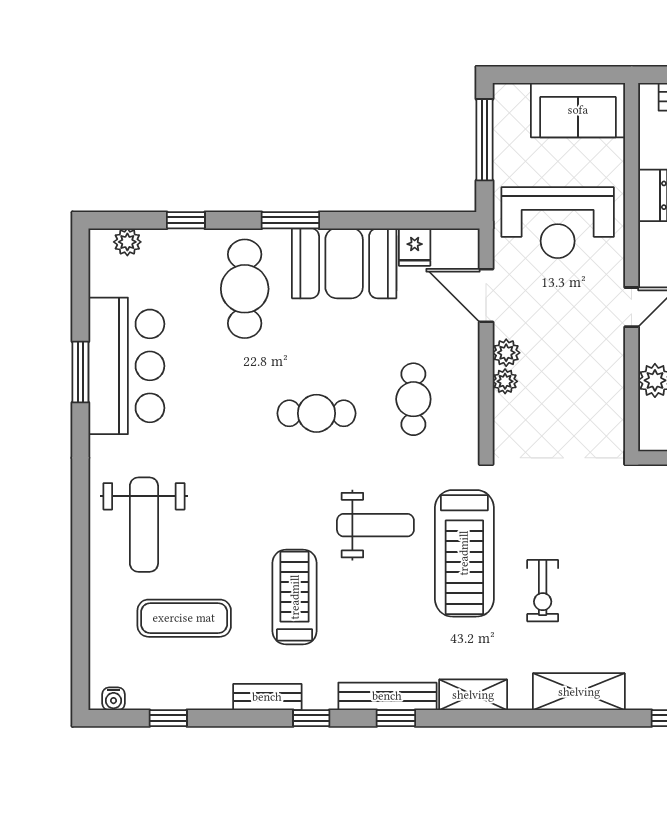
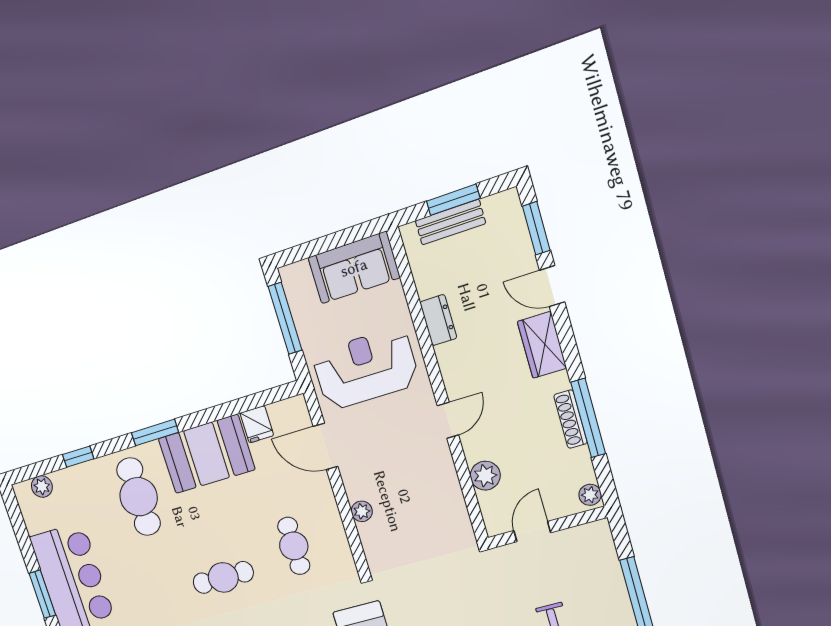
reception desk: (558, 223) -> (365, 368), turned 180
plant: (506, 353) -> (356, 488), removed

